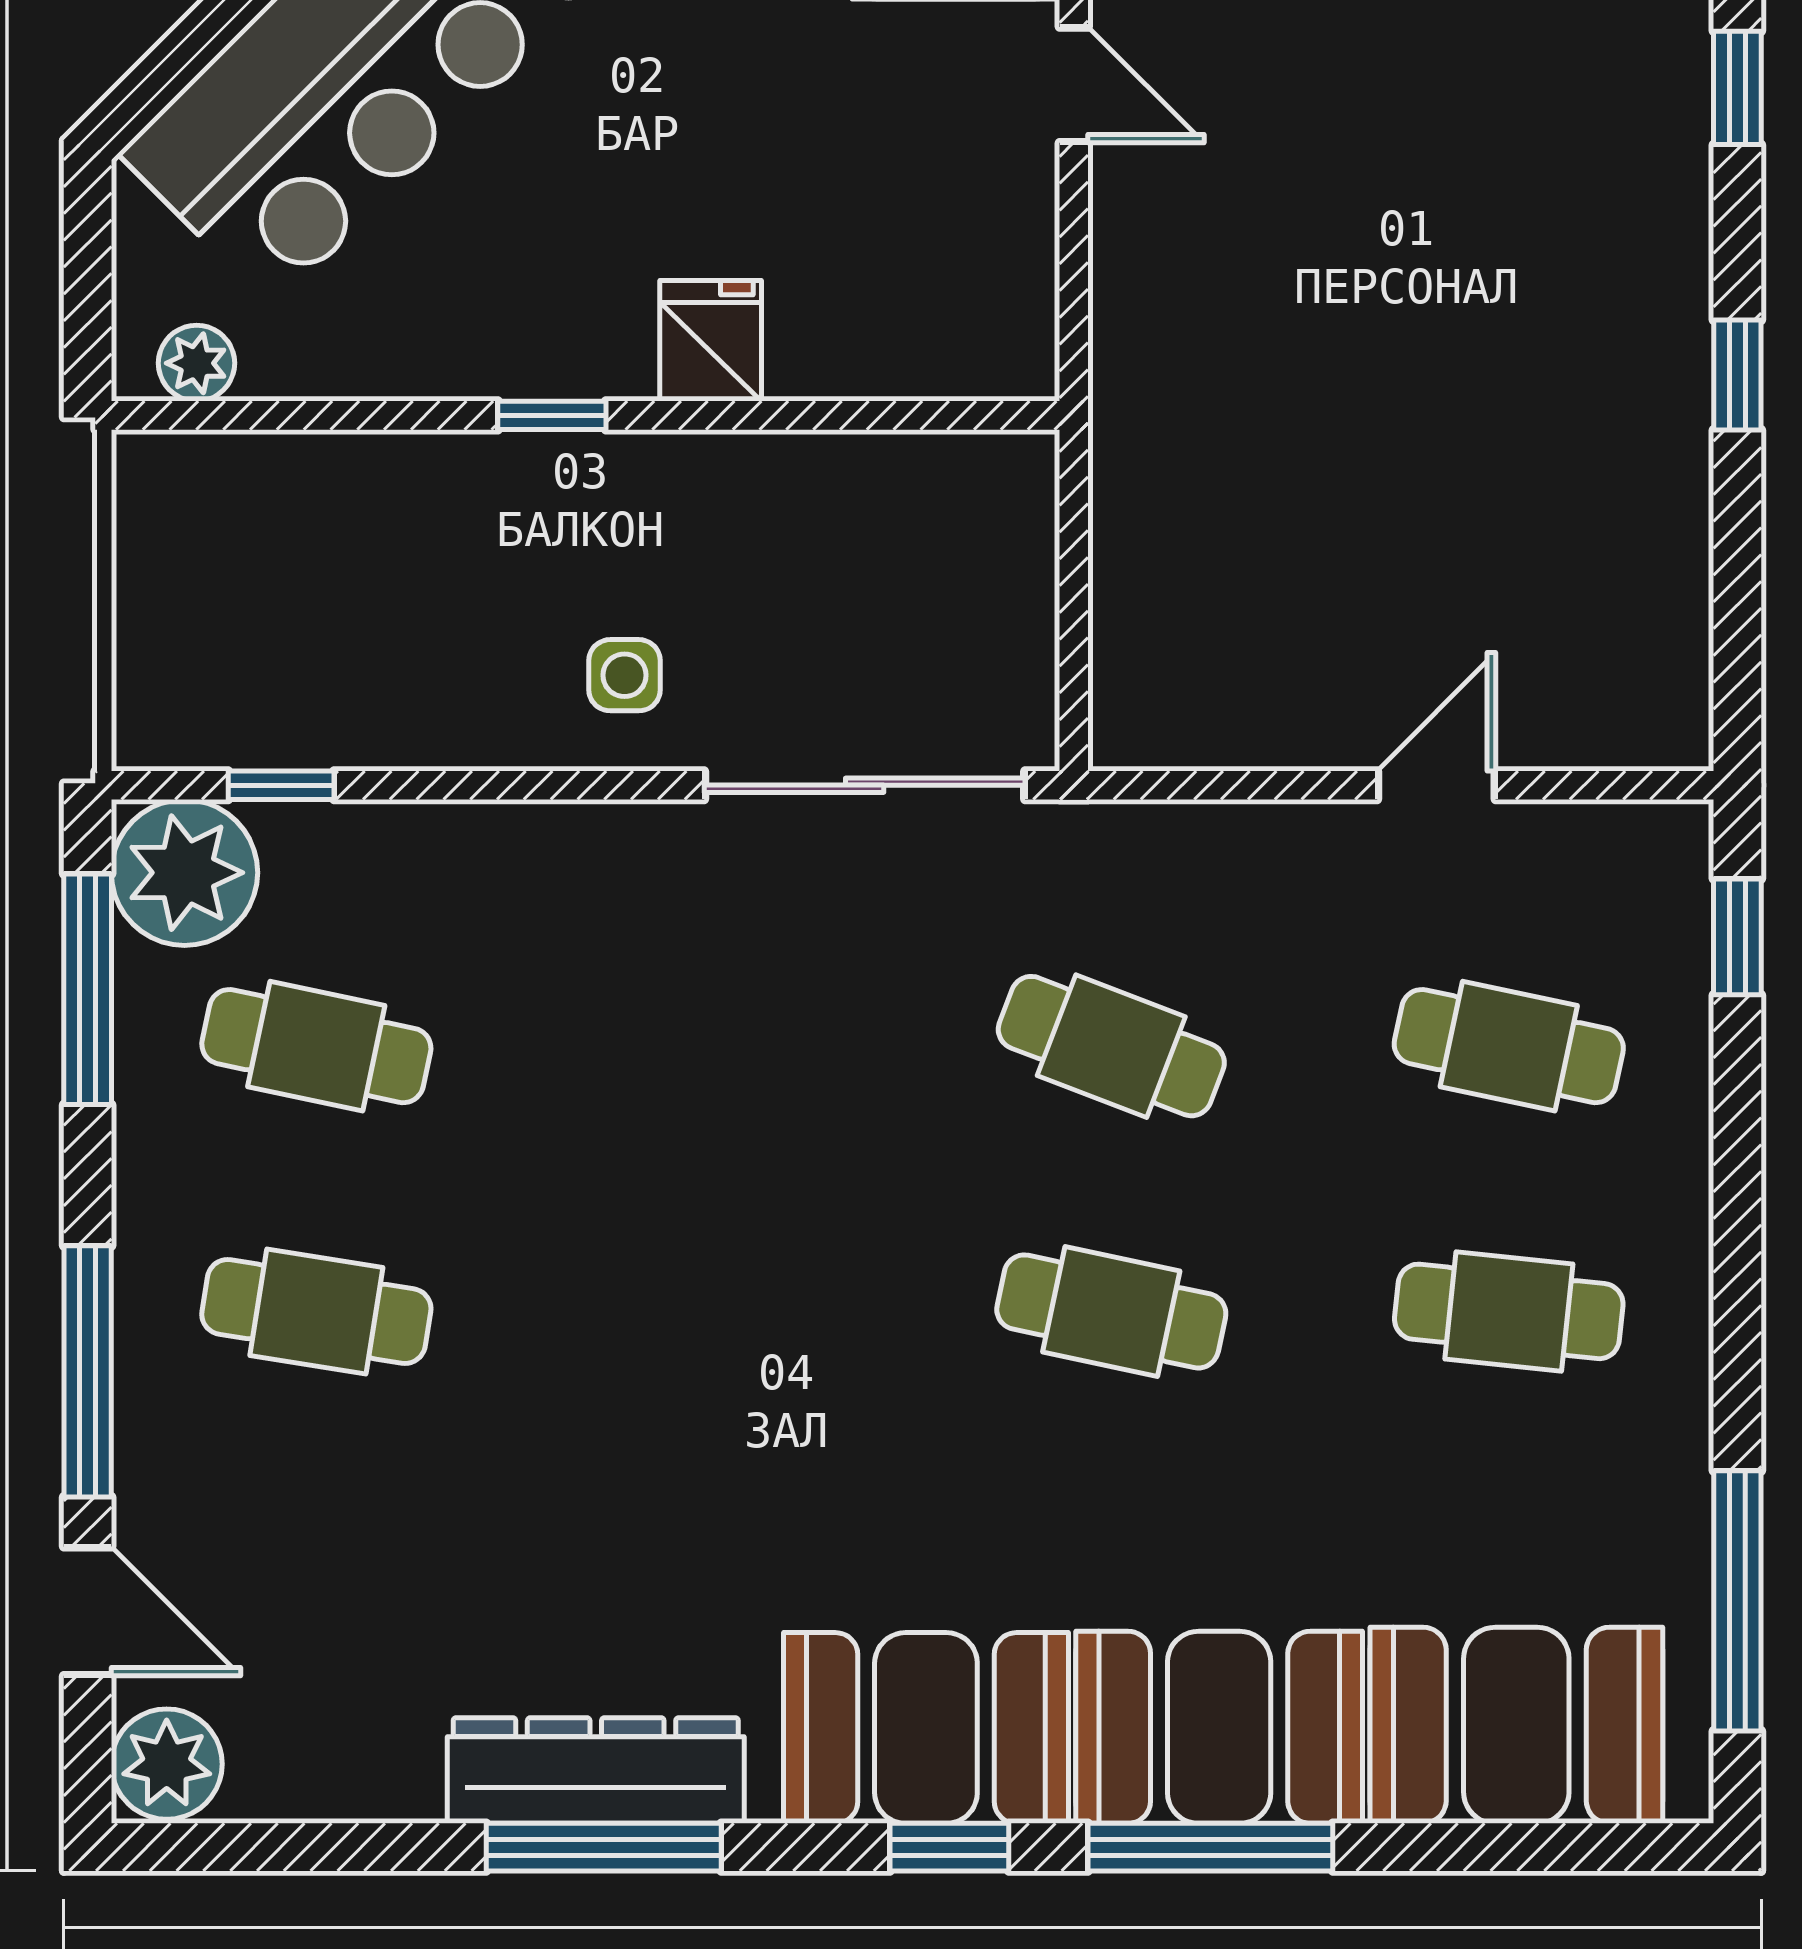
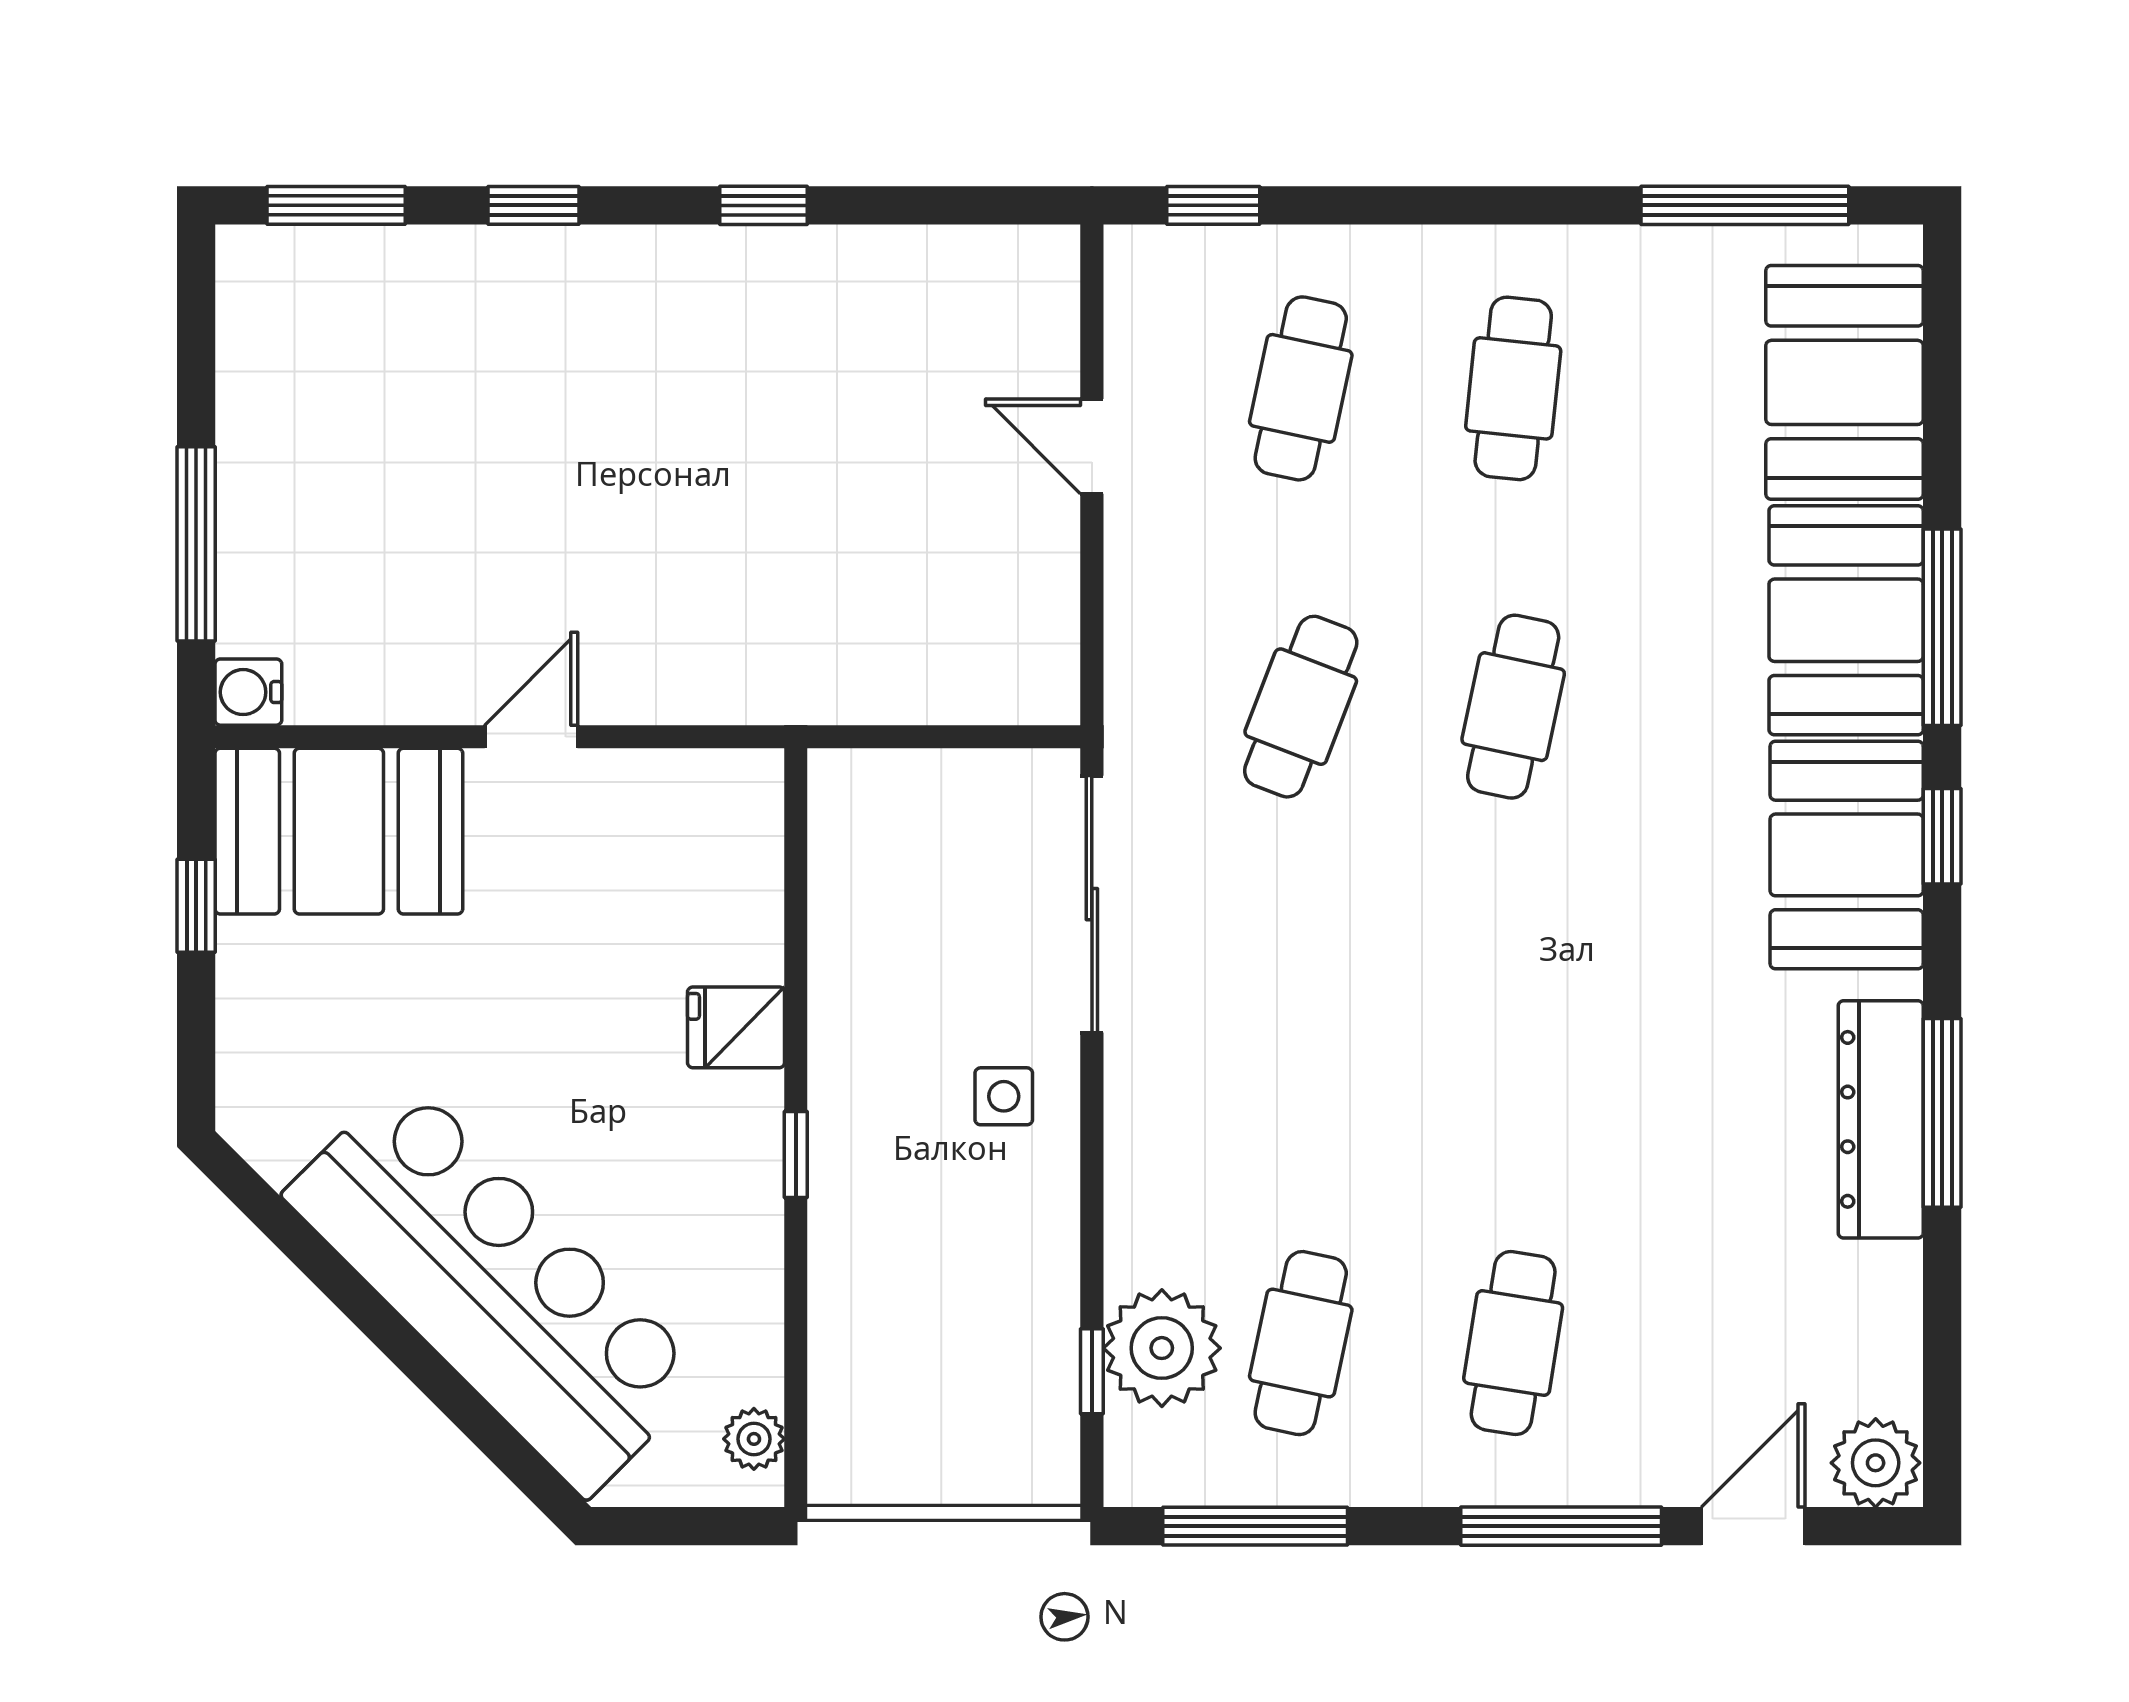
plant: (184, 873) -> (1162, 1348), moved

